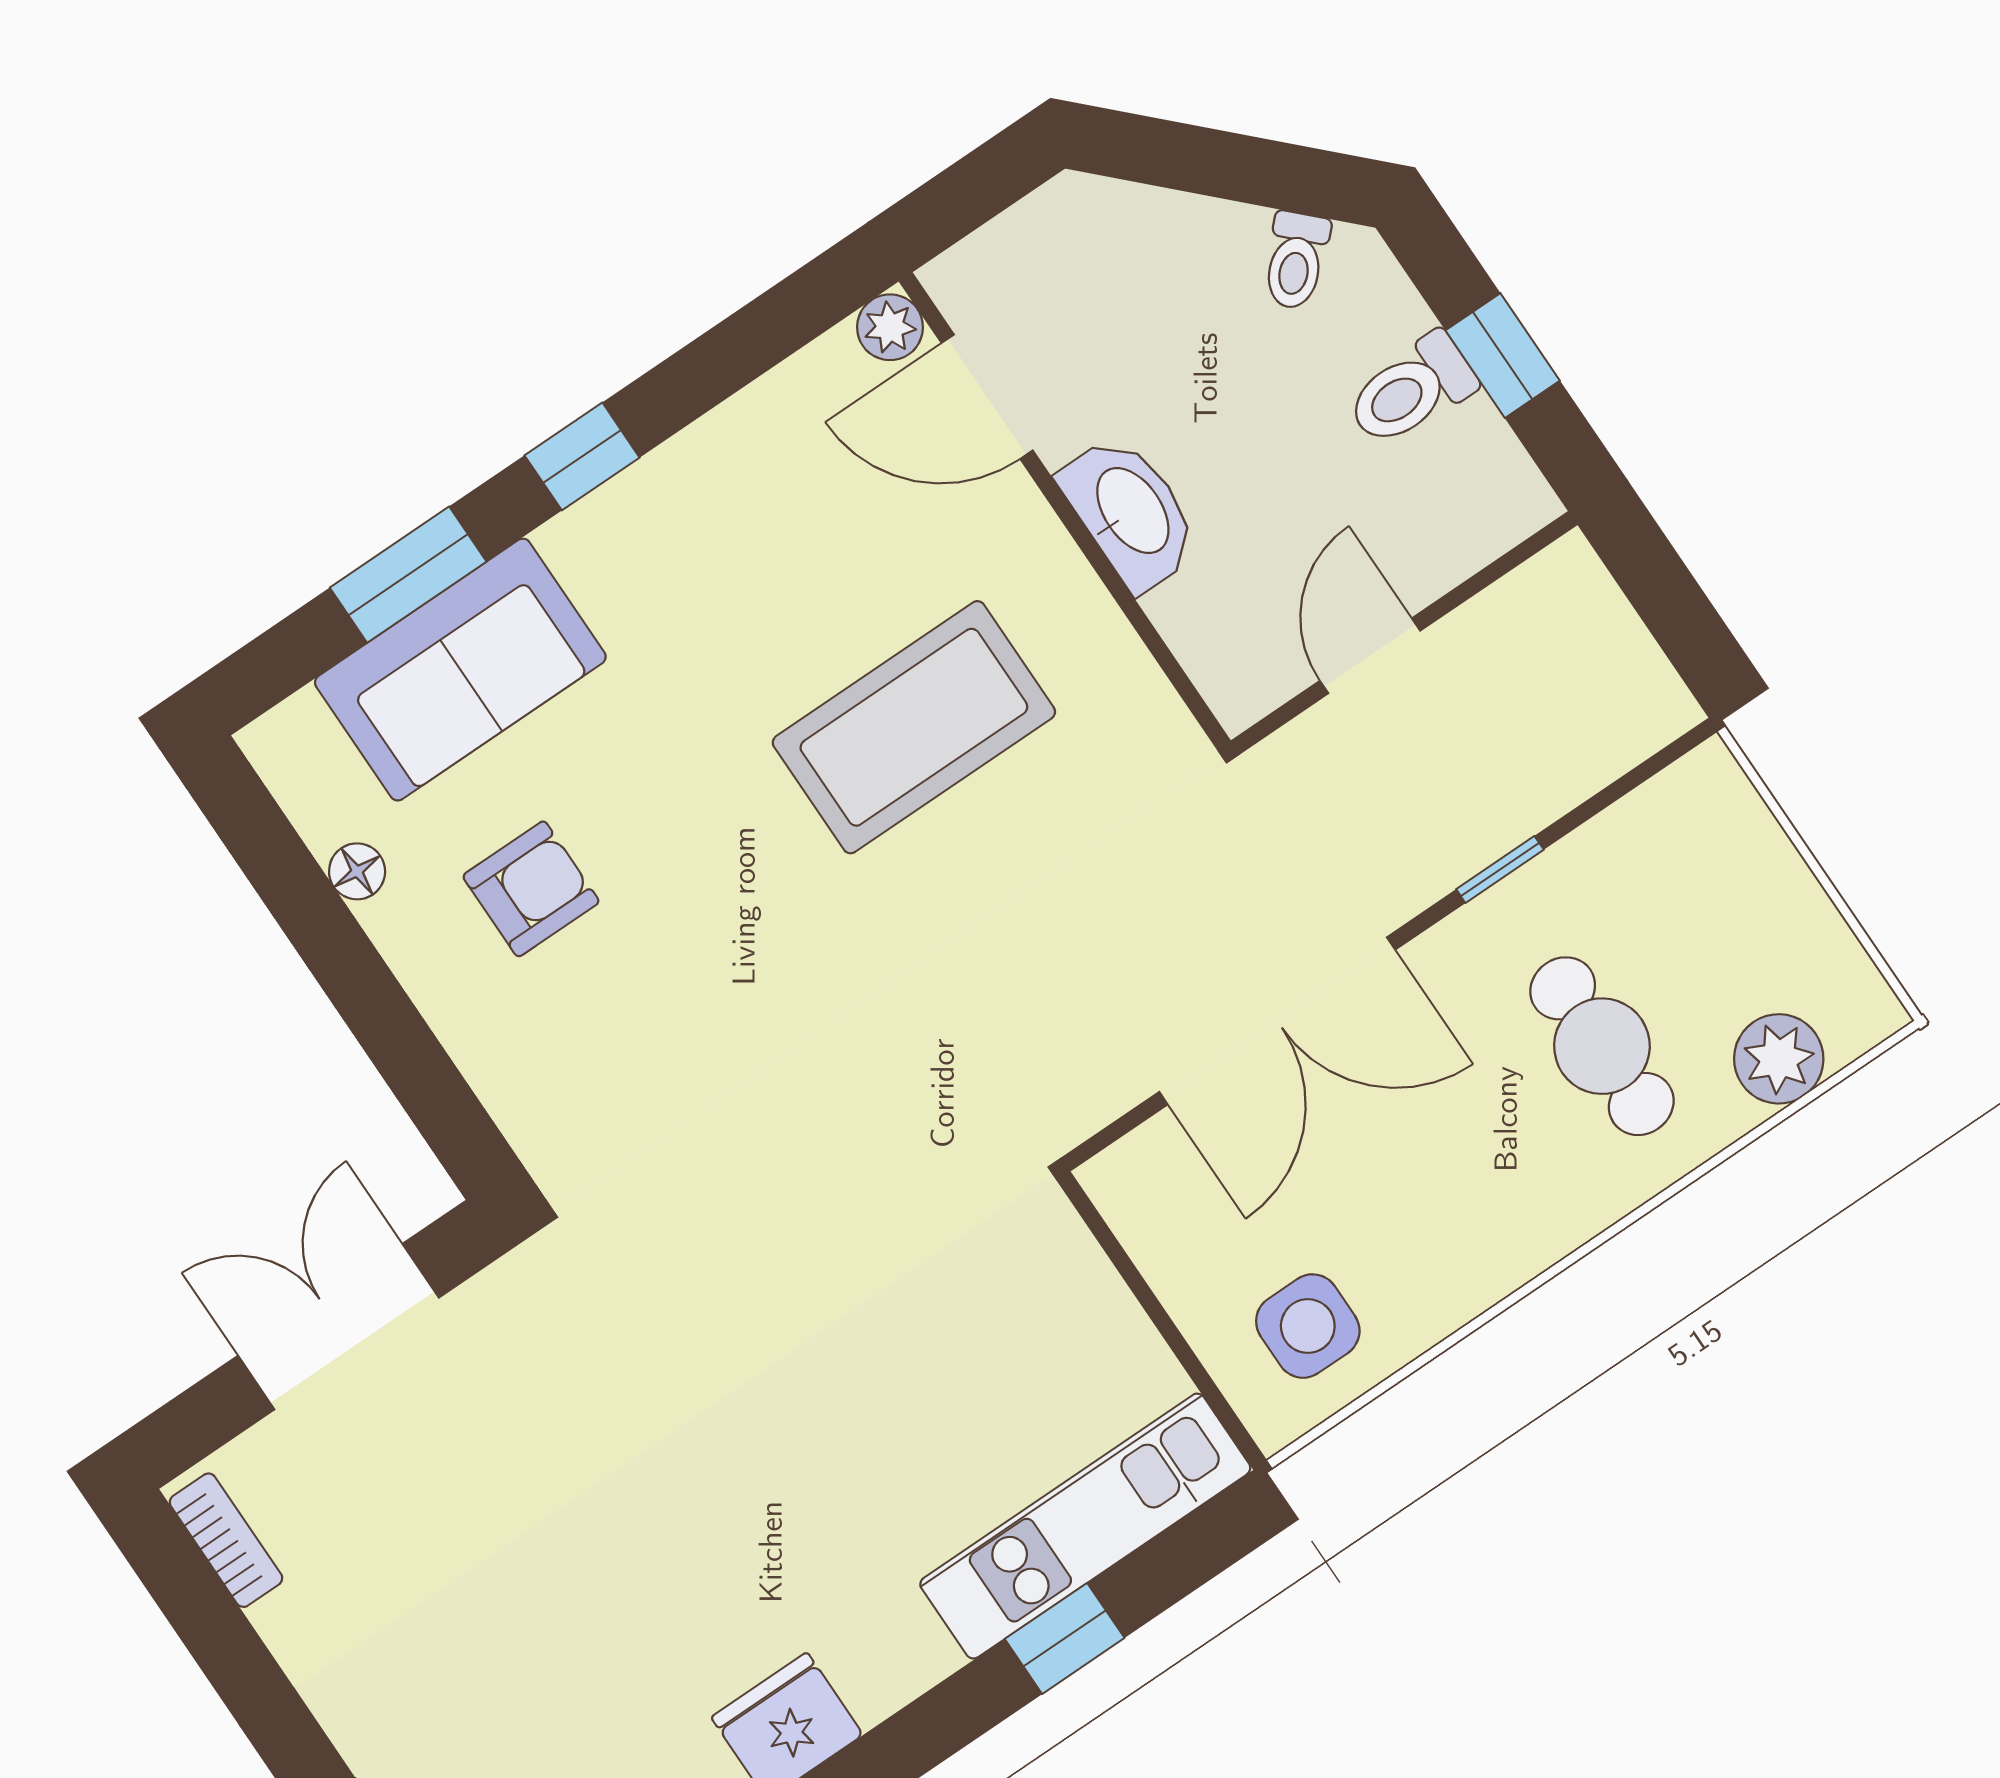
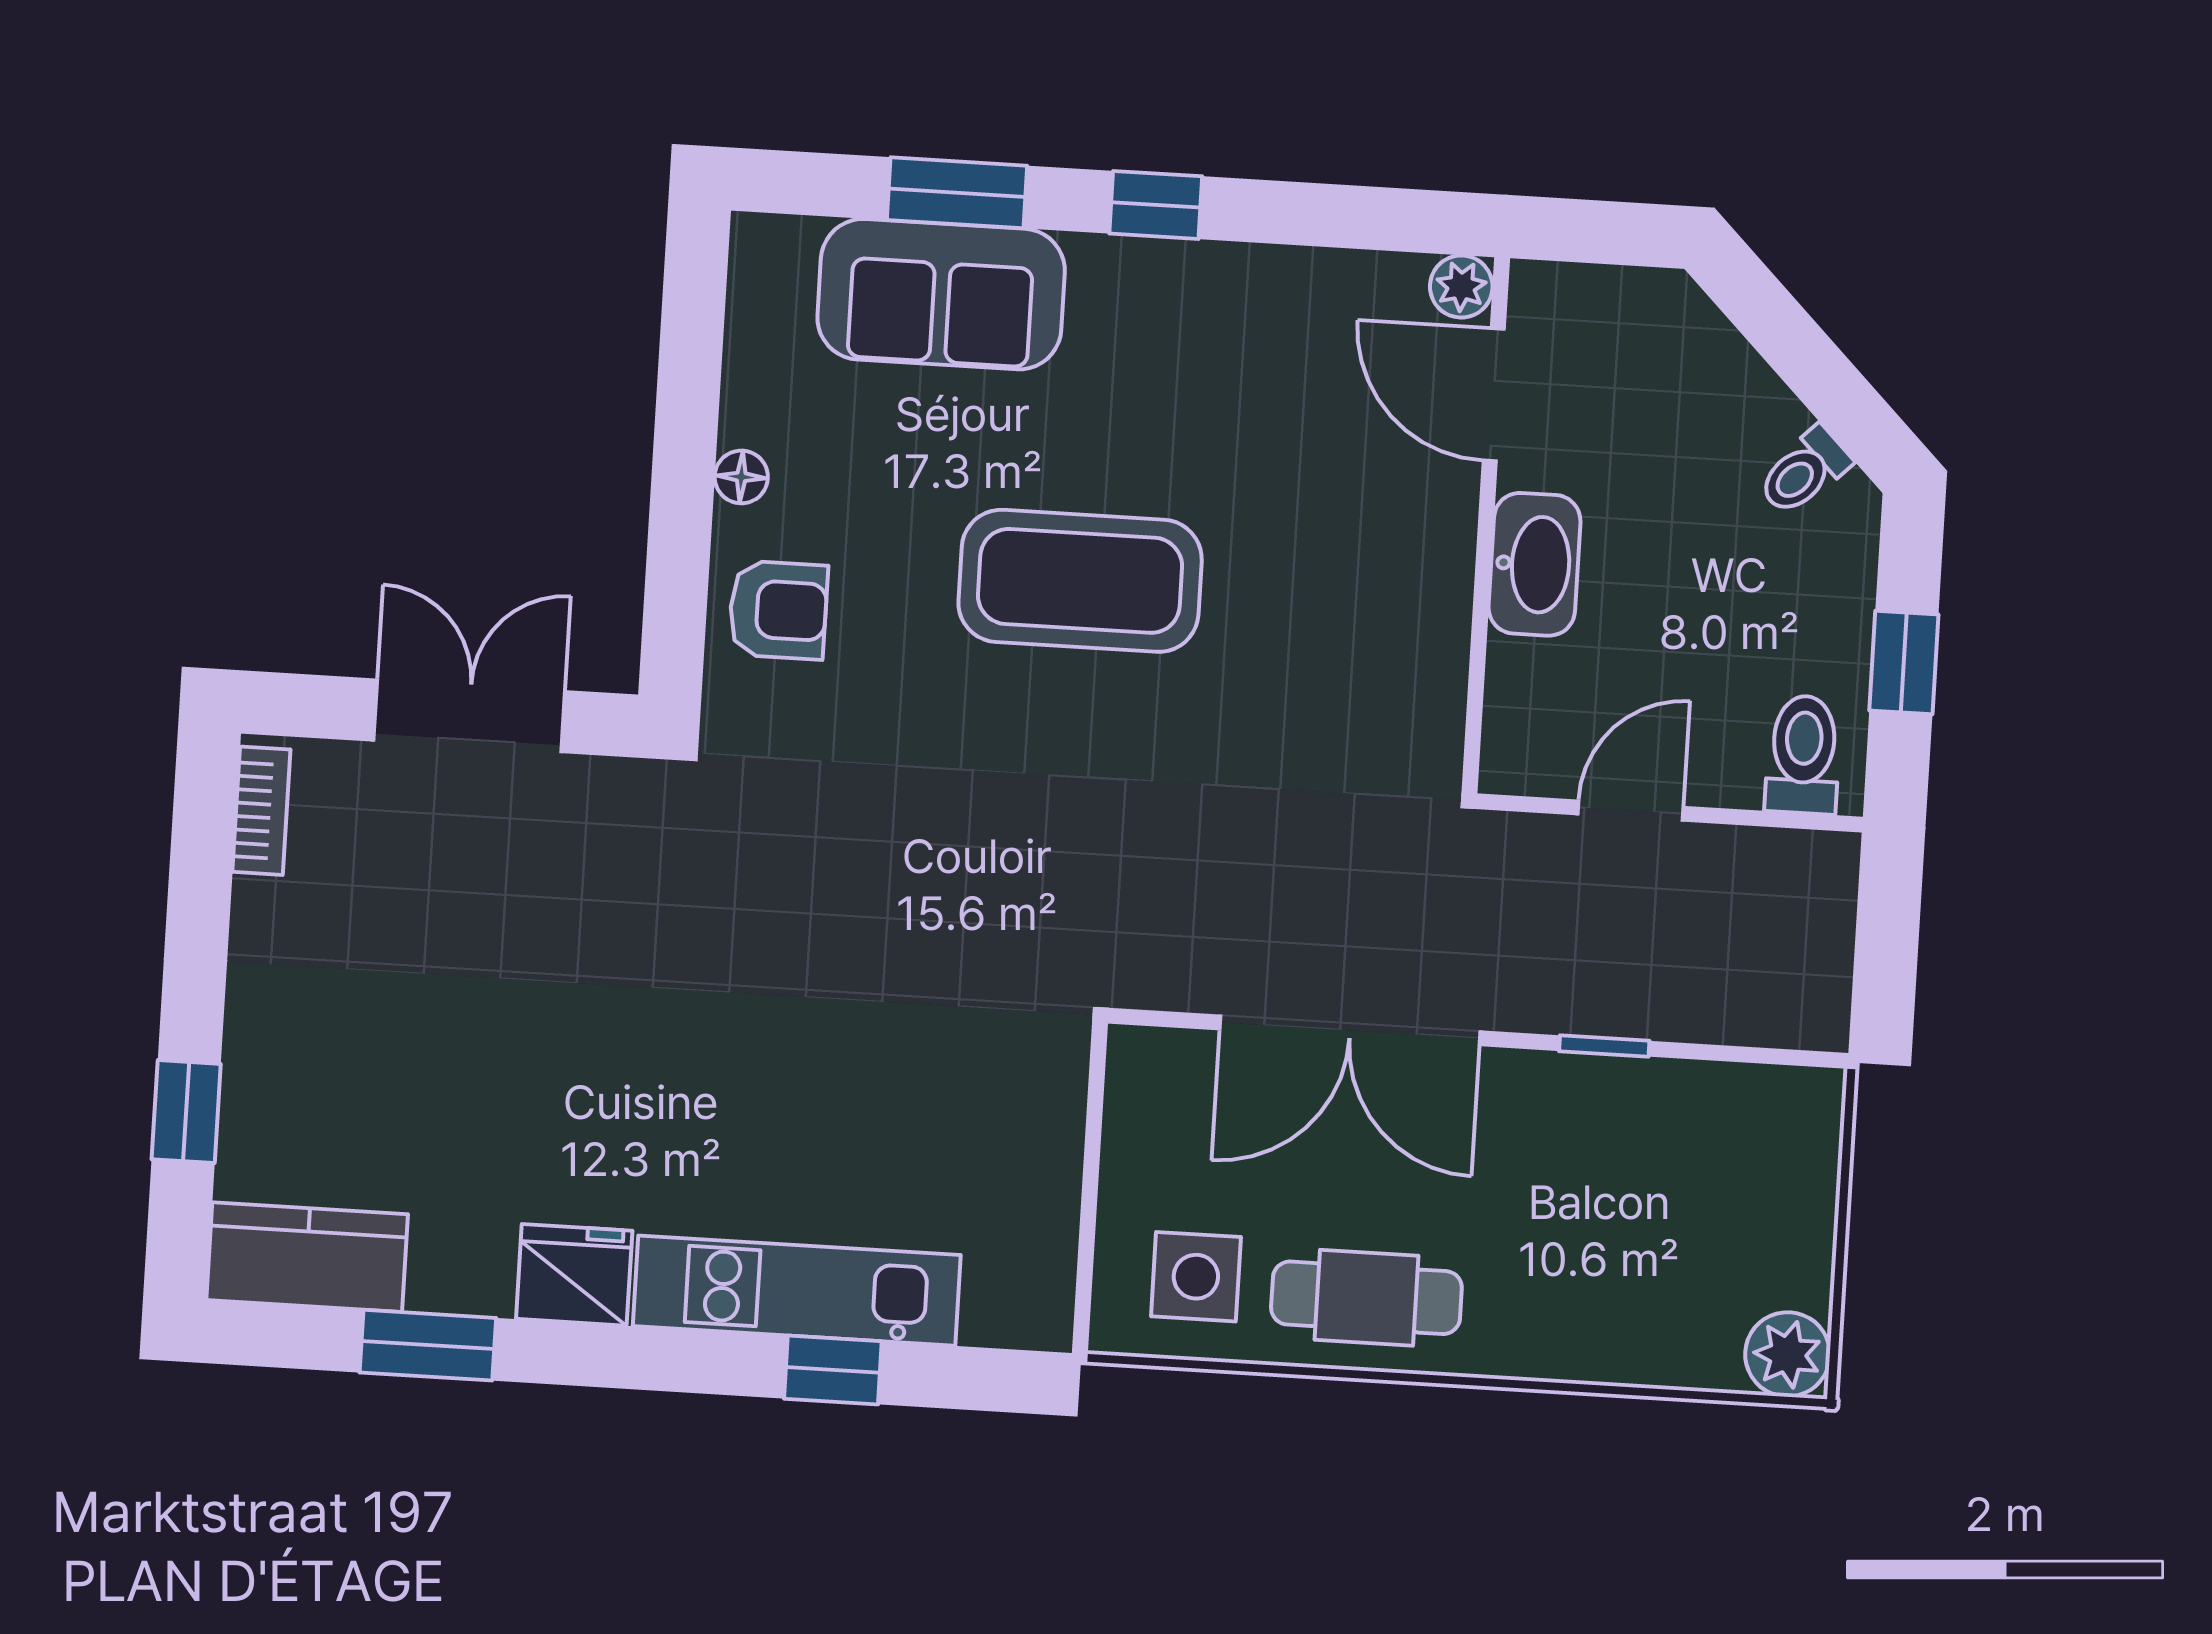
toilet: (1411, 390) -> (1803, 755), moved, turned 90
coffee table: (914, 727) -> (1080, 581), moved
floor lamp: (357, 871) -> (741, 477), moved
armchair: (531, 889) -> (778, 610), moved
cafe table: (1602, 1046) -> (1366, 1298), moved, turned 90
plant: (1779, 1059) -> (1788, 1354), moved
kitchen unit: (1085, 1526) -> (797, 1291), moved

